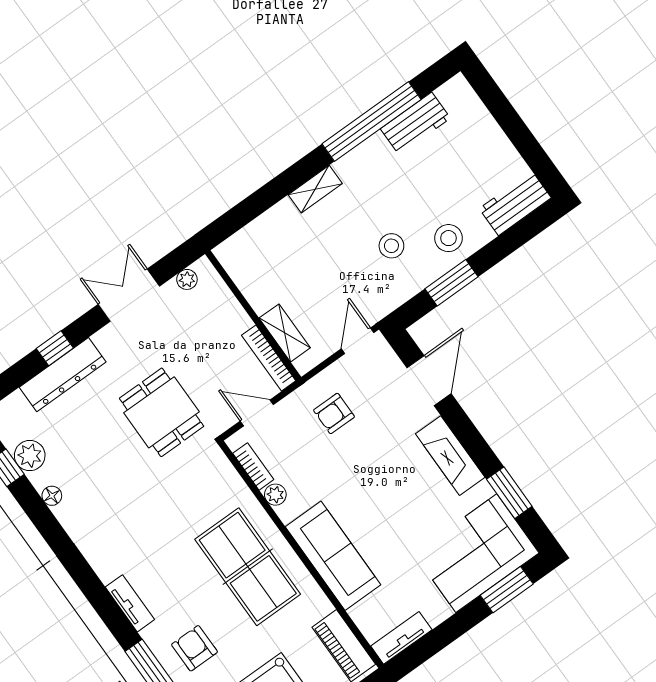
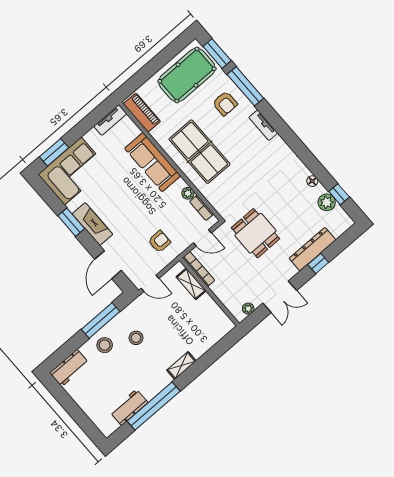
window: (452, 283) -> (101, 320), width x1.44
door: (358, 341) -> (150, 283), hinge flipped
window: (509, 493) -> (71, 222), moved

